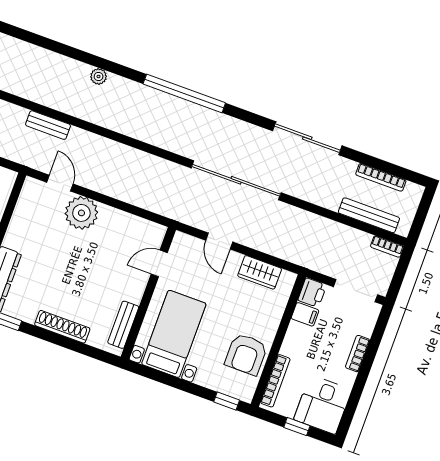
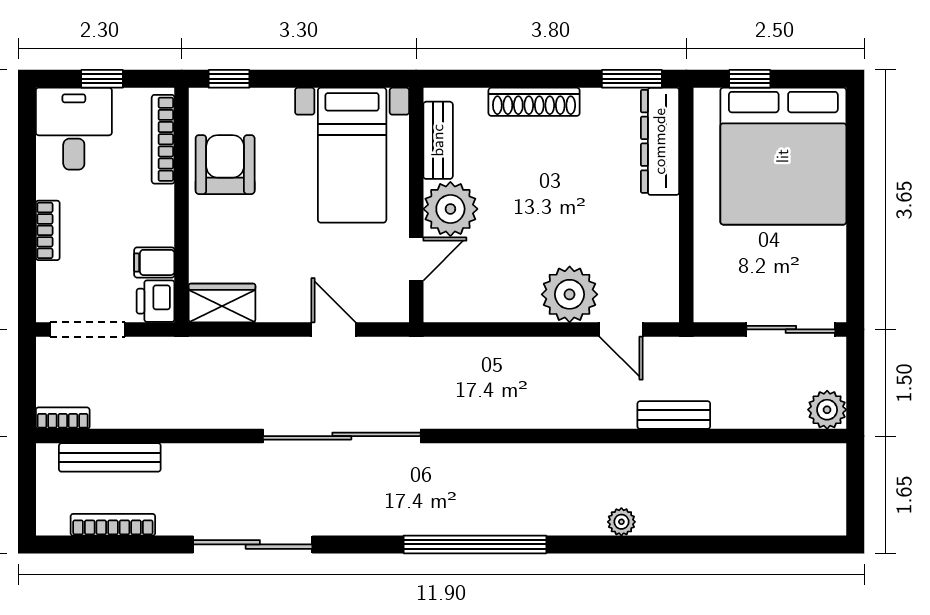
wardrobe: (260, 272) -> (222, 303), moved
plant: (130, 284) -> (450, 209), added

